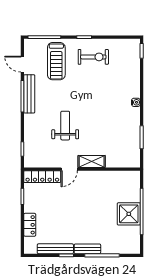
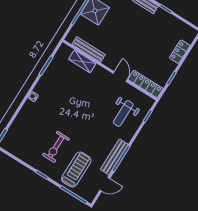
exercise bike: (93, 57) -> (56, 147), moved, turned -90
door: (22, 64) -> (105, 184), hinge flipped
weight bench: (65, 126) -> (123, 113), moved
shelving: (92, 161) -> (82, 61), moved
door: (69, 169) -> (120, 77), hinge flipped
bench: (55, 249) -> (89, 49), moved

